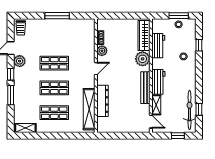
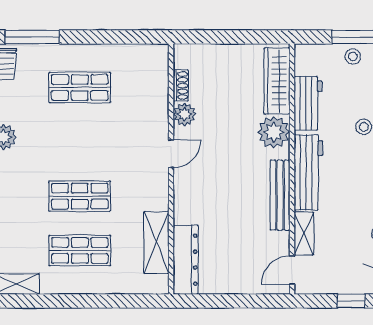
window: (57, 16) -> (32, 37), moved
shop shelf: (54, 63) -> (80, 87), moved
workbench: (158, 82) -> (308, 172), width x1.38
dresser: (102, 101) -> (186, 260), moved
shelving: (89, 109) -> (156, 242), width x0.68
door: (151, 122) -> (292, 270), swing flipped

